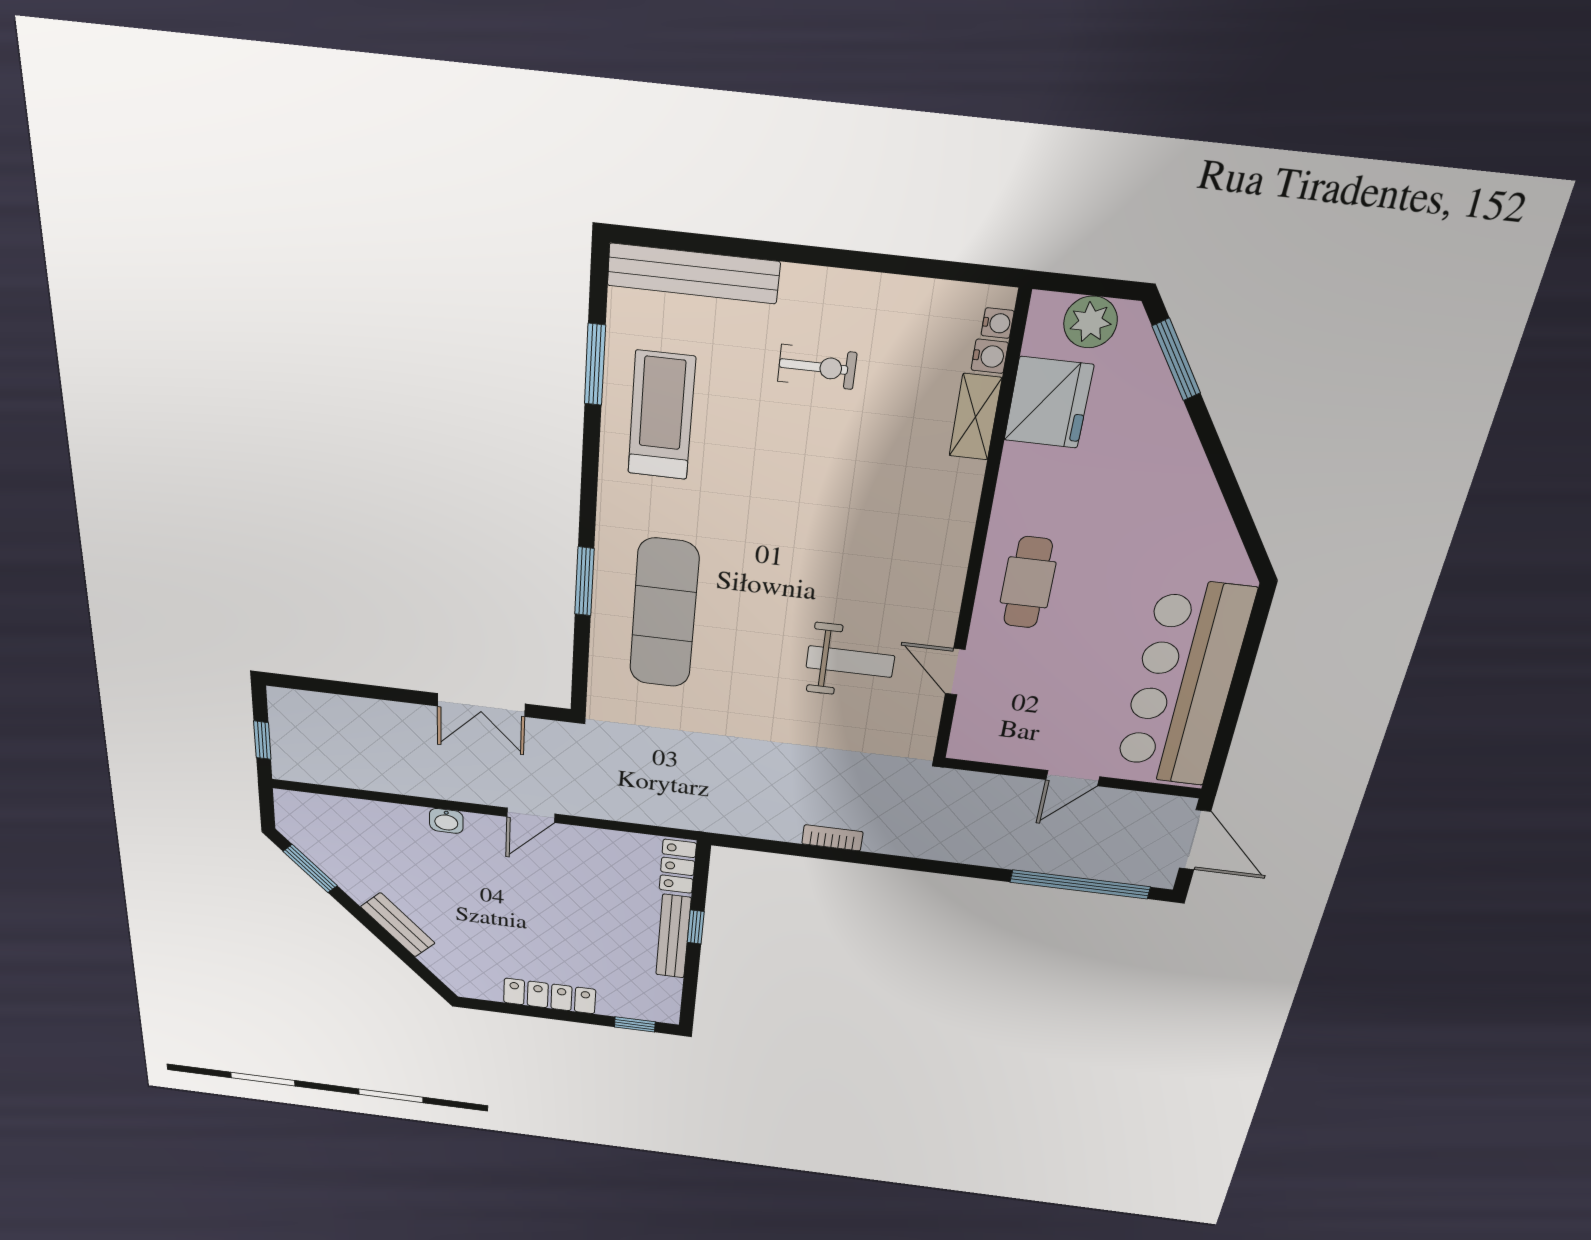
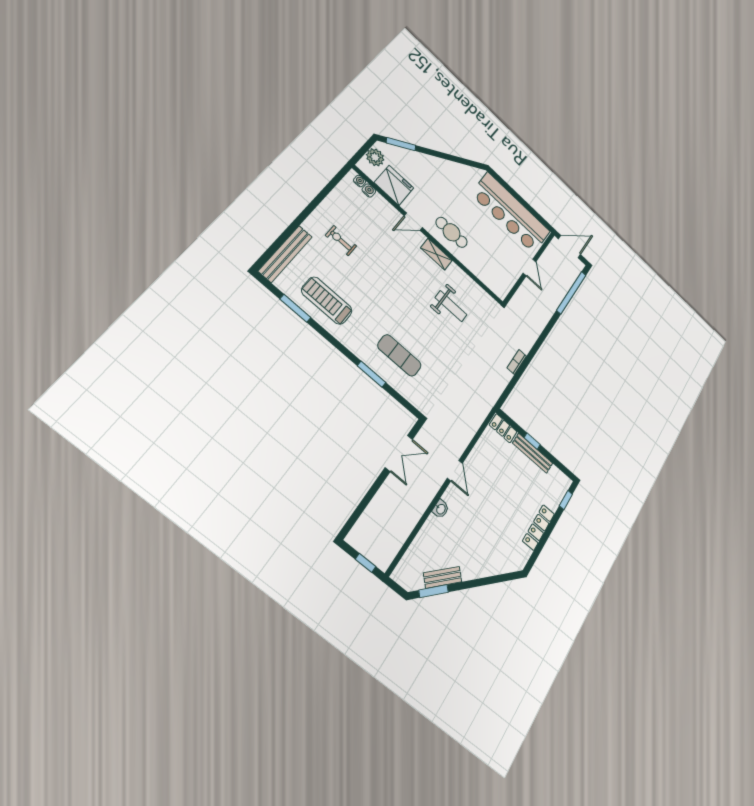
exercise bike: (817, 367) -> (341, 241), turned -90
shelving: (975, 417) -> (436, 254), moved
exercise mat: (664, 614) -> (399, 355), width x0.73, depth x0.69
weight bench: (850, 662) -> (451, 306), turned 90
door: (955, 672) -> (413, 222), moved
bench: (398, 925) -> (443, 577), moved

